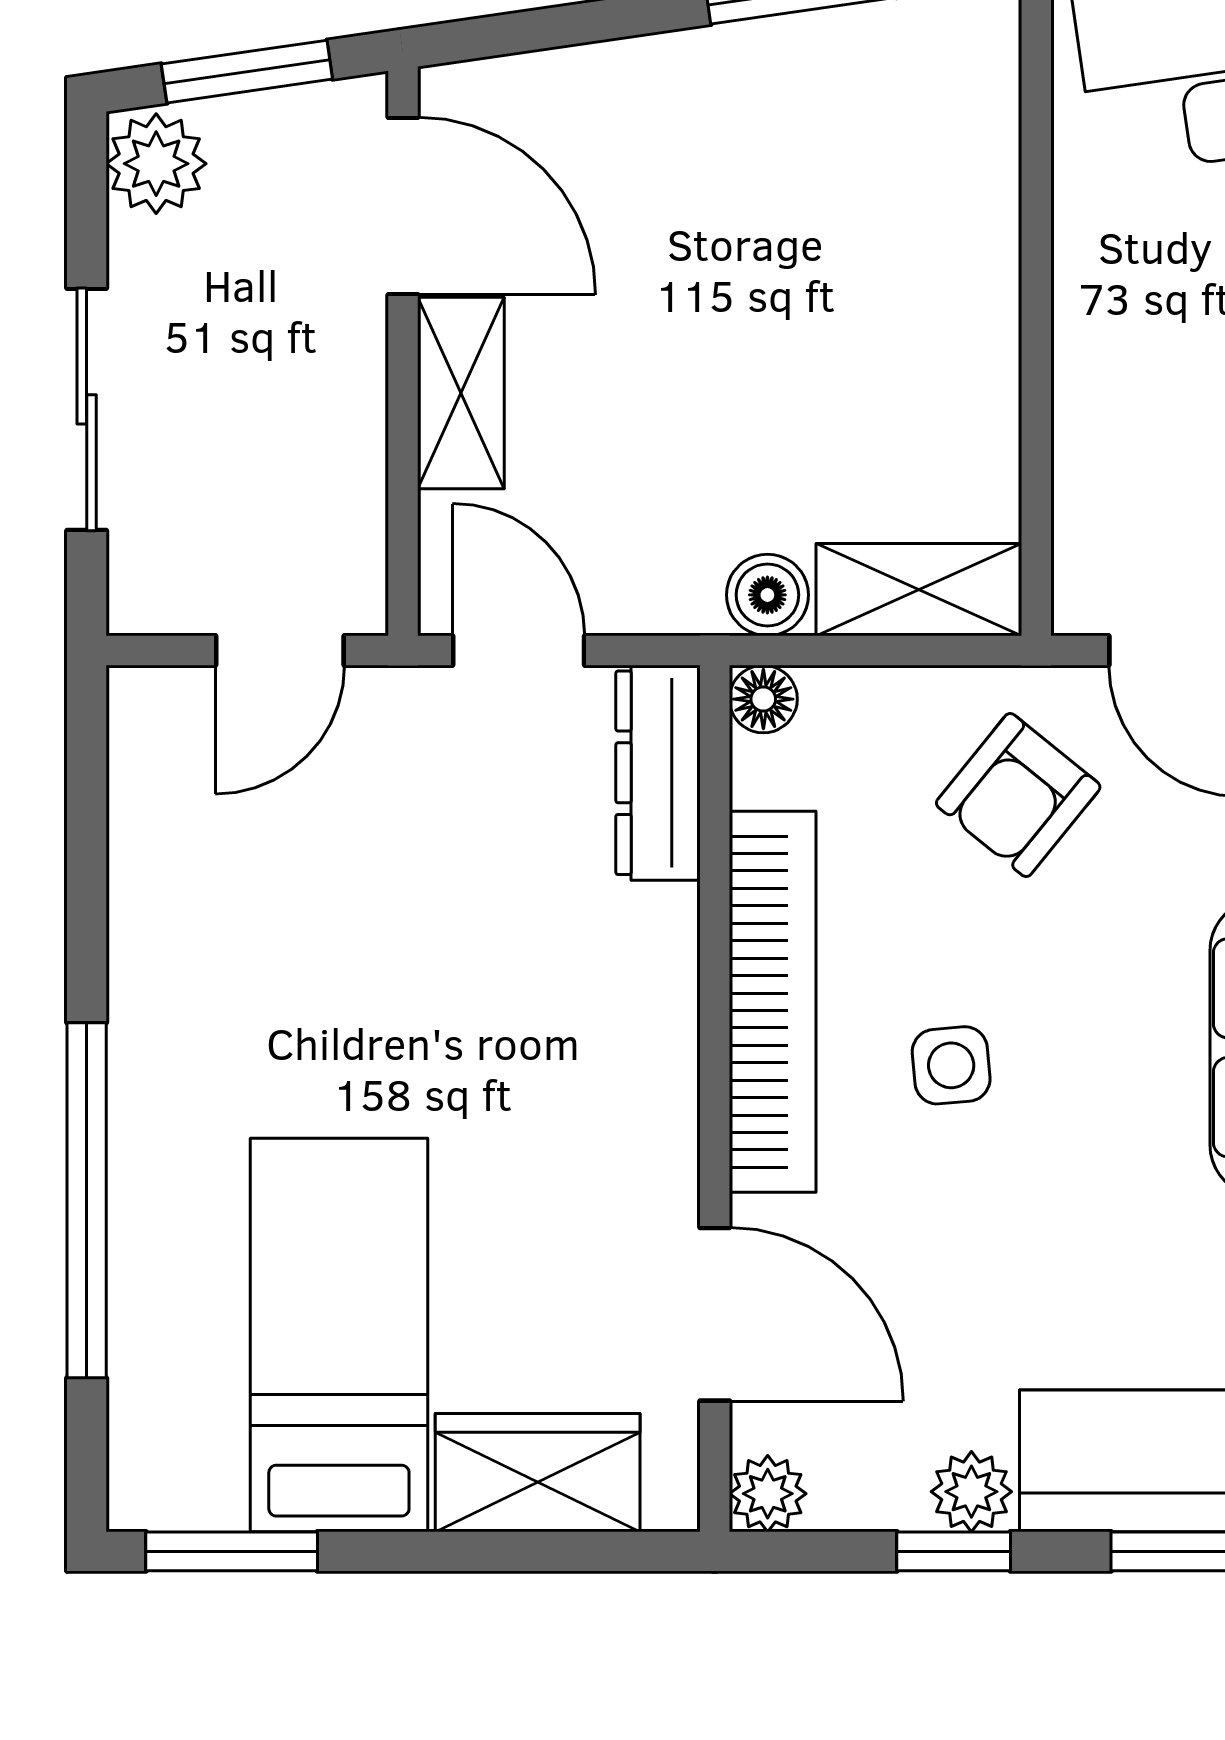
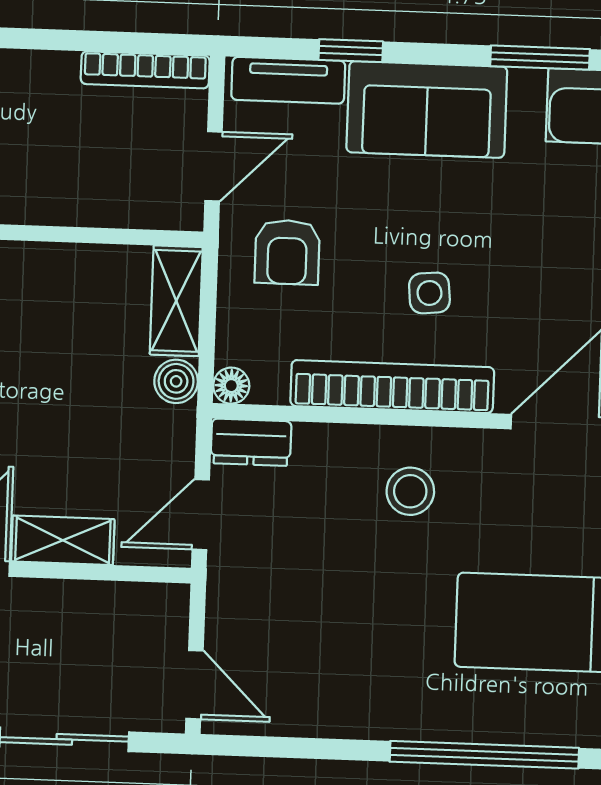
door: (280, 651) -> (195, 685), moved
dresser: (658, 773) -> (251, 442), width x0.70
armchair: (1018, 795) -> (287, 252), turned 51
stool: (577, 1043) -> (410, 491), added

